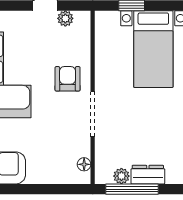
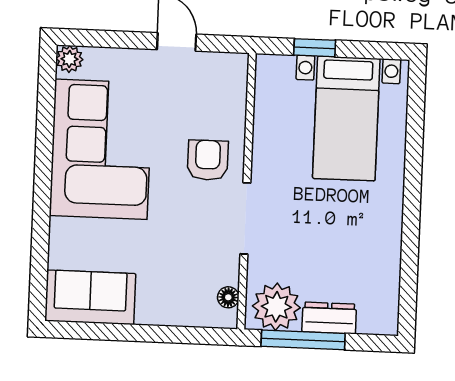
plant: (65, 18) -> (208, 64), removed
plant: (121, 176) -> (276, 307), width x1.88, depth x1.88

